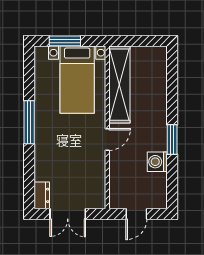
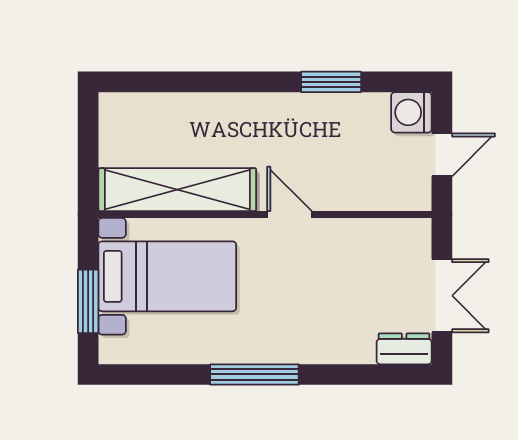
window: (172, 139) -> (331, 82), moved
washing machine: (157, 162) -> (411, 112), moved, turned 90
door: (136, 214) -> (442, 155), hinge flipped

